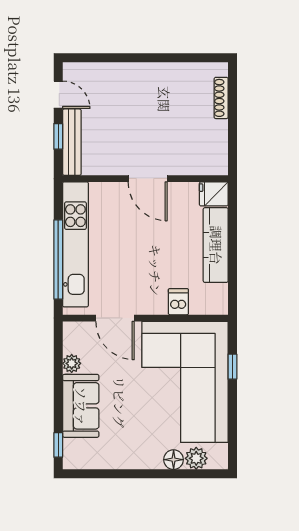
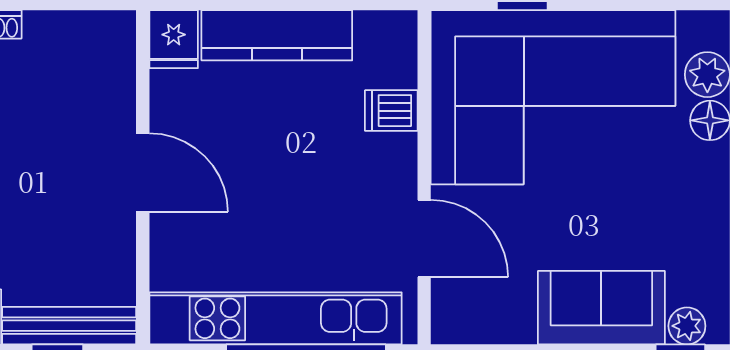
door: (148, 179) -> (143, 173), hinge flipped
door: (115, 318) -> (424, 239), hinge flipped
plant: (72, 363) -> (687, 326), moved

